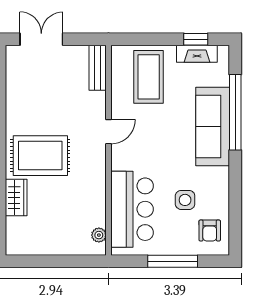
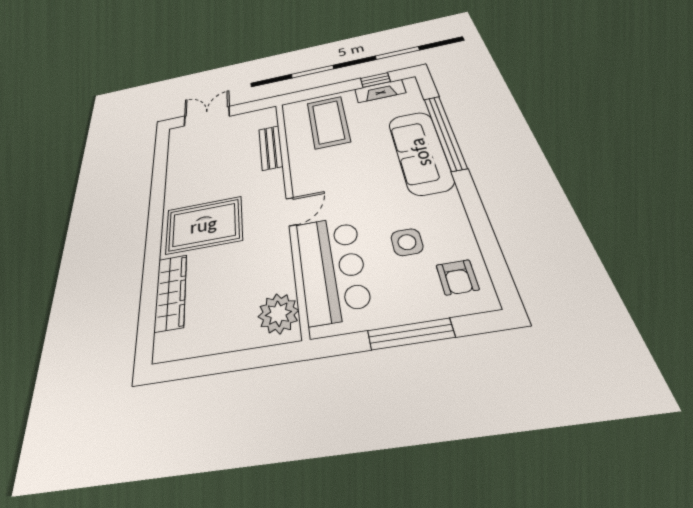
bench: (98, 68) -> (271, 148), moved
door: (109, 132) -> (291, 212), moved
wardrobe: (16, 198) -> (171, 292), width x1.50
plant: (99, 235) -> (278, 314), width x1.88, depth x1.88

